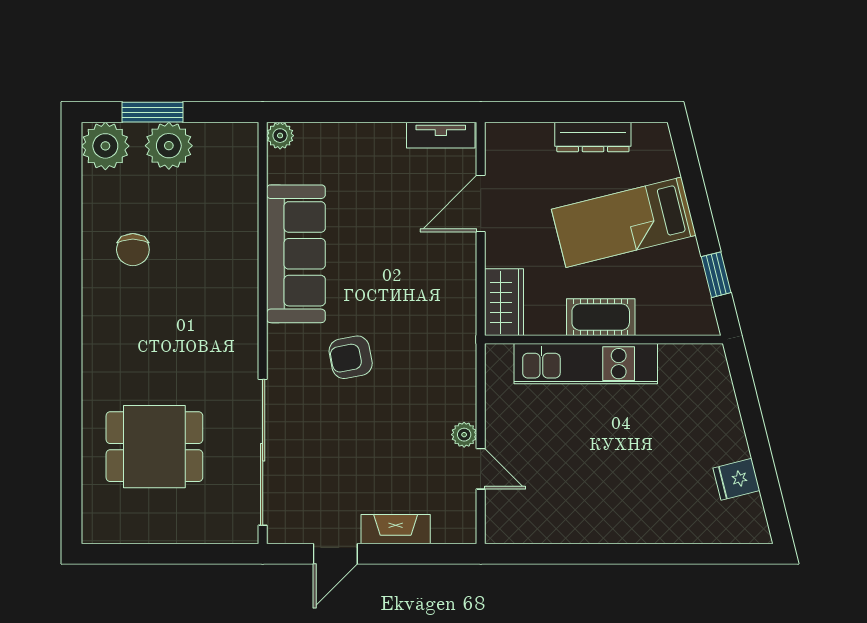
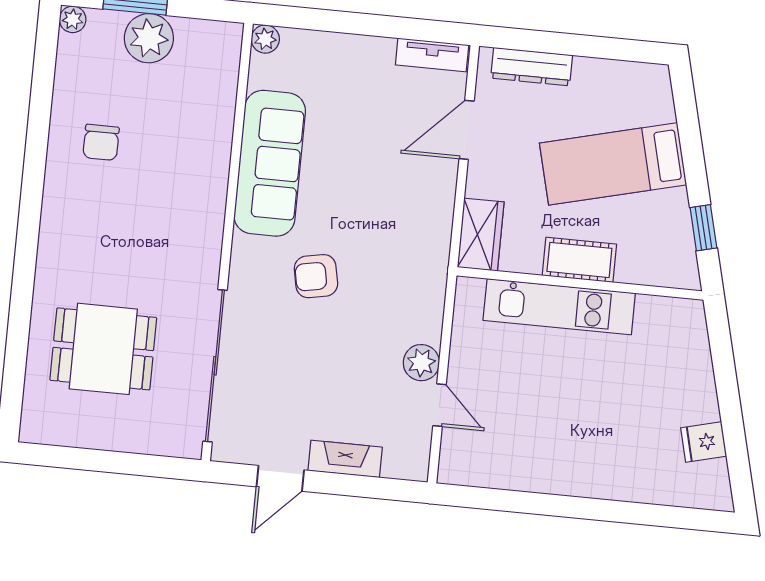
dresser: (593, 137) -> (532, 67), moved
plant: (105, 146) -> (73, 19), width x0.53, depth x0.53
plant: (464, 435) -> (421, 363), width x1.38, depth x1.38

